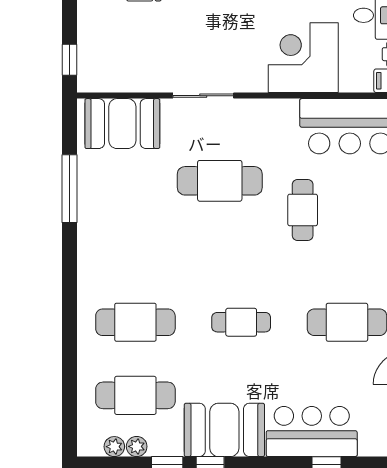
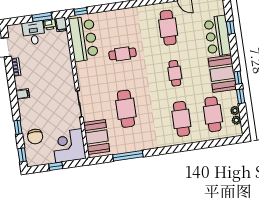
corner desk: (303, 58) -> (69, 146), moved, turned 90
window: (69, 60) -> (56, 166), moved
cafe table: (220, 181) -> (126, 109), moved

